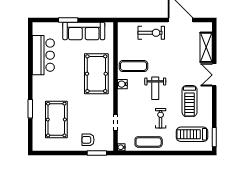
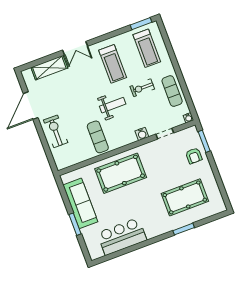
water cooler: (122, 84) -> (142, 134), moved
treadmill: (190, 101) -> (113, 64), turned 90

